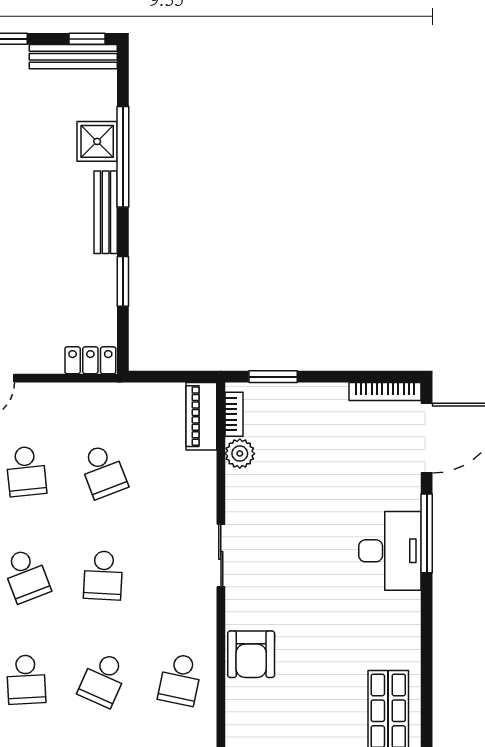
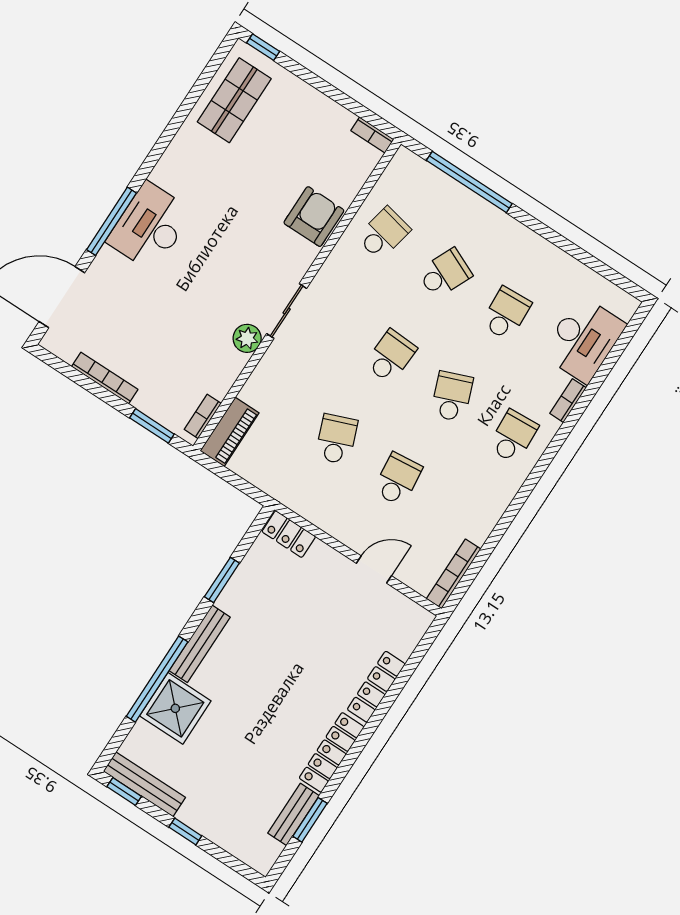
shower: (97, 141) -> (175, 708), width x1.36, depth x1.36
bookcase: (385, 391) -> (105, 378), moved
plant: (240, 454) -> (247, 338), moved

